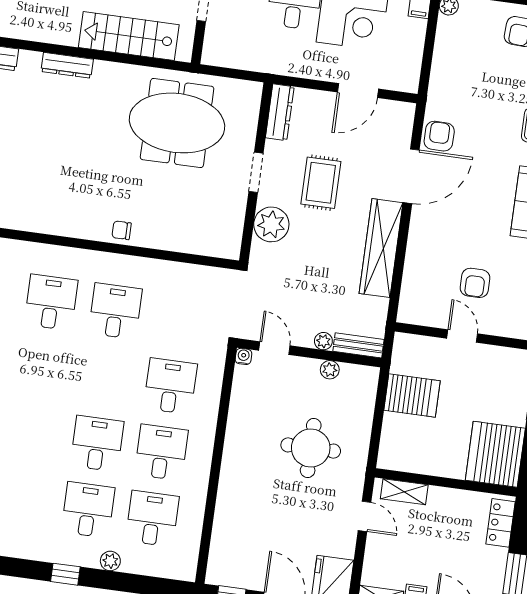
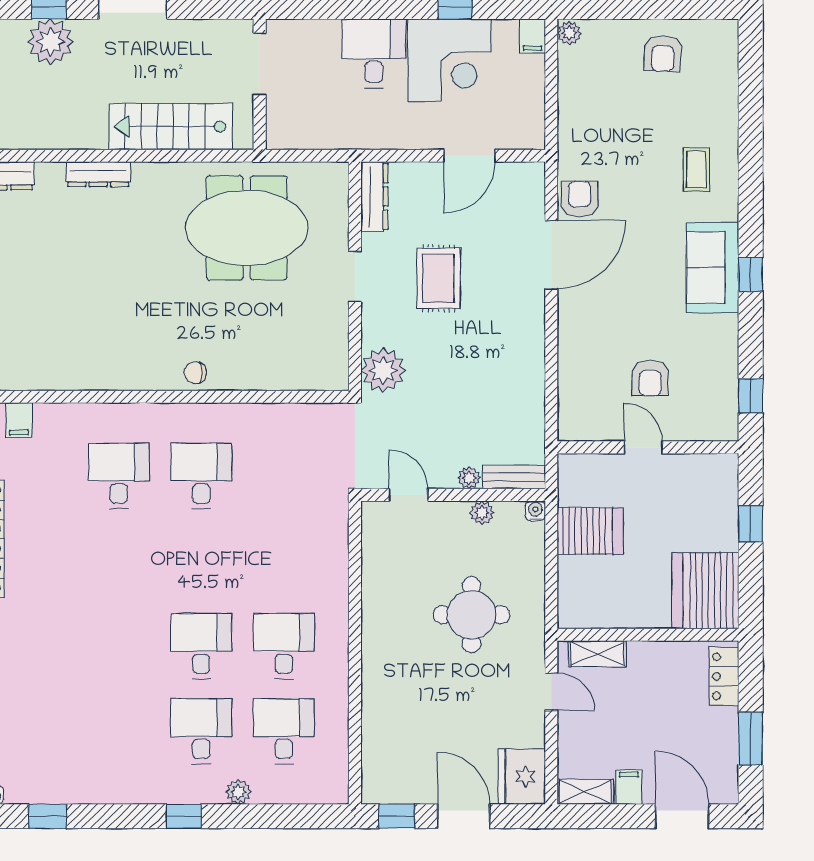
plant: (271, 224) -> (383, 370), moved
wardrobe: (381, 248) -> (526, 350), removed
water cooler: (243, 356) -> (535, 511), moved
desk: (170, 386) -> (284, 561), removed

